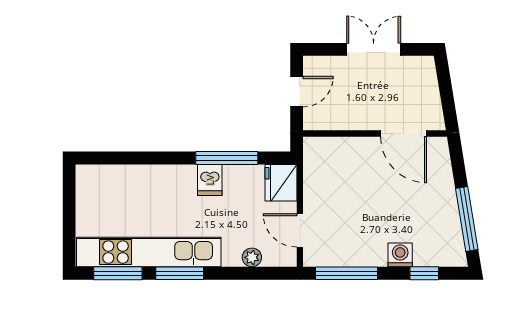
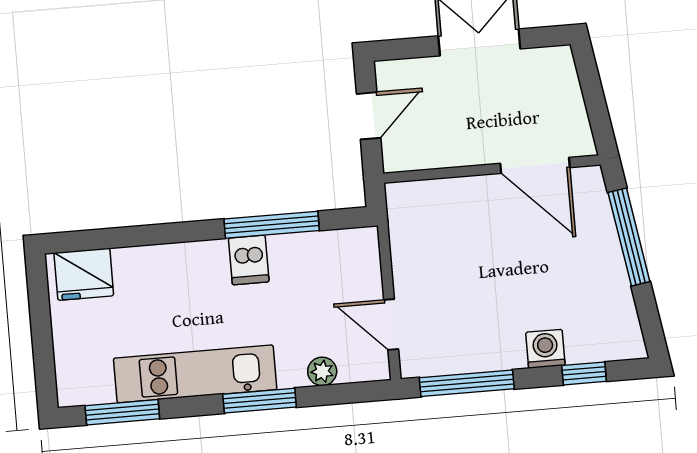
fridge: (281, 183) -> (84, 274), moved, turned -90
window: (467, 219) -> (629, 237), moved
kitchen unit: (149, 252) -> (195, 374), width x0.73
window: (180, 273) -> (260, 401), moved

